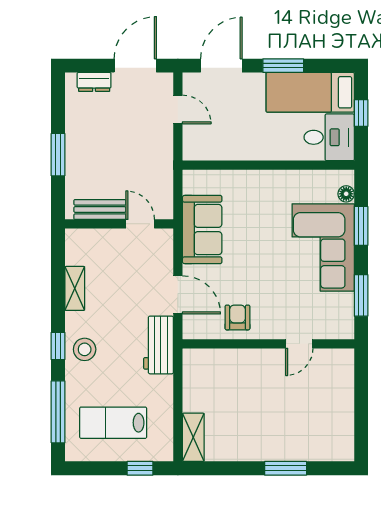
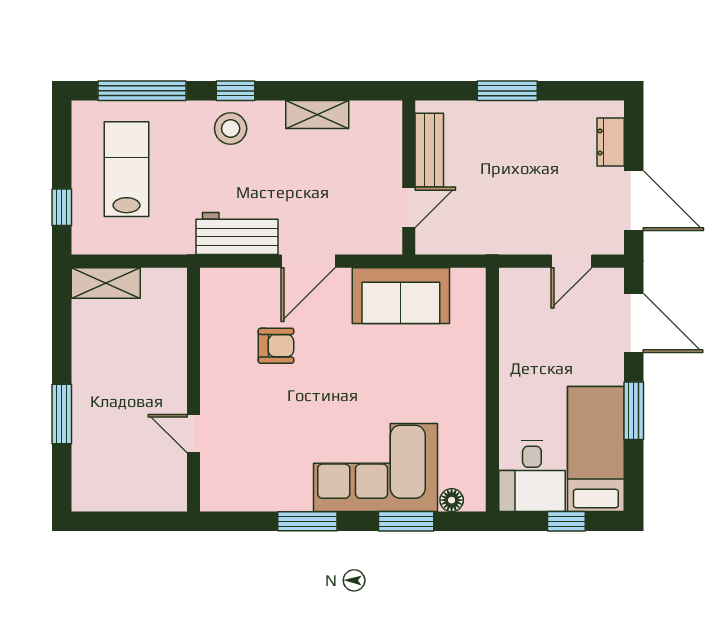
wall: (268, 344) -> (194, 390), moved
door: (299, 344) -> (194, 434), moved

